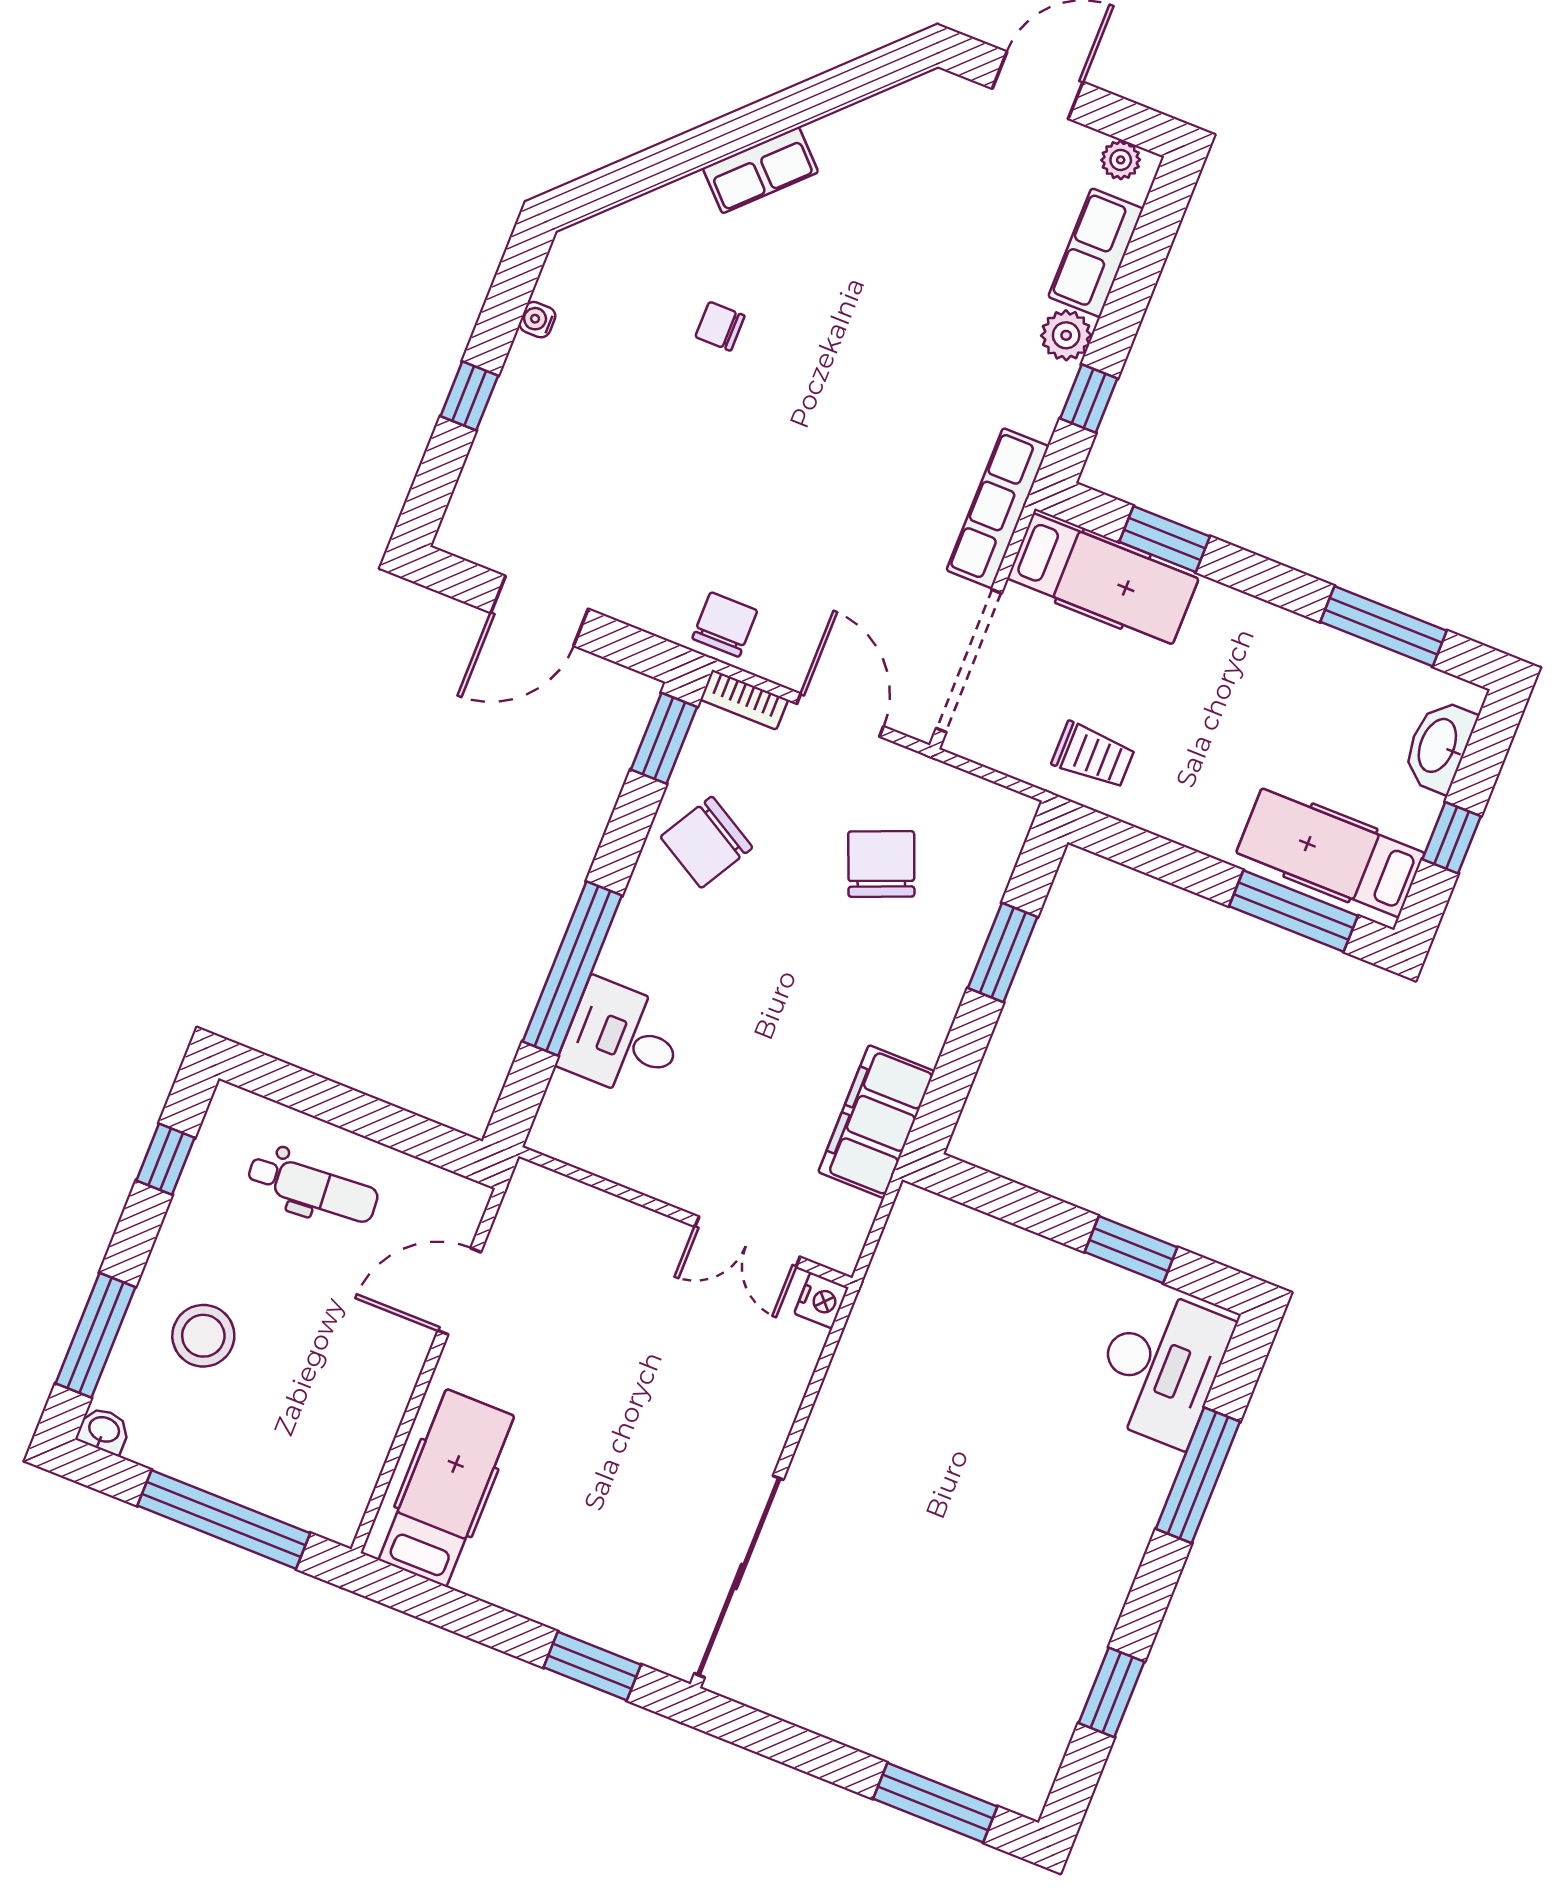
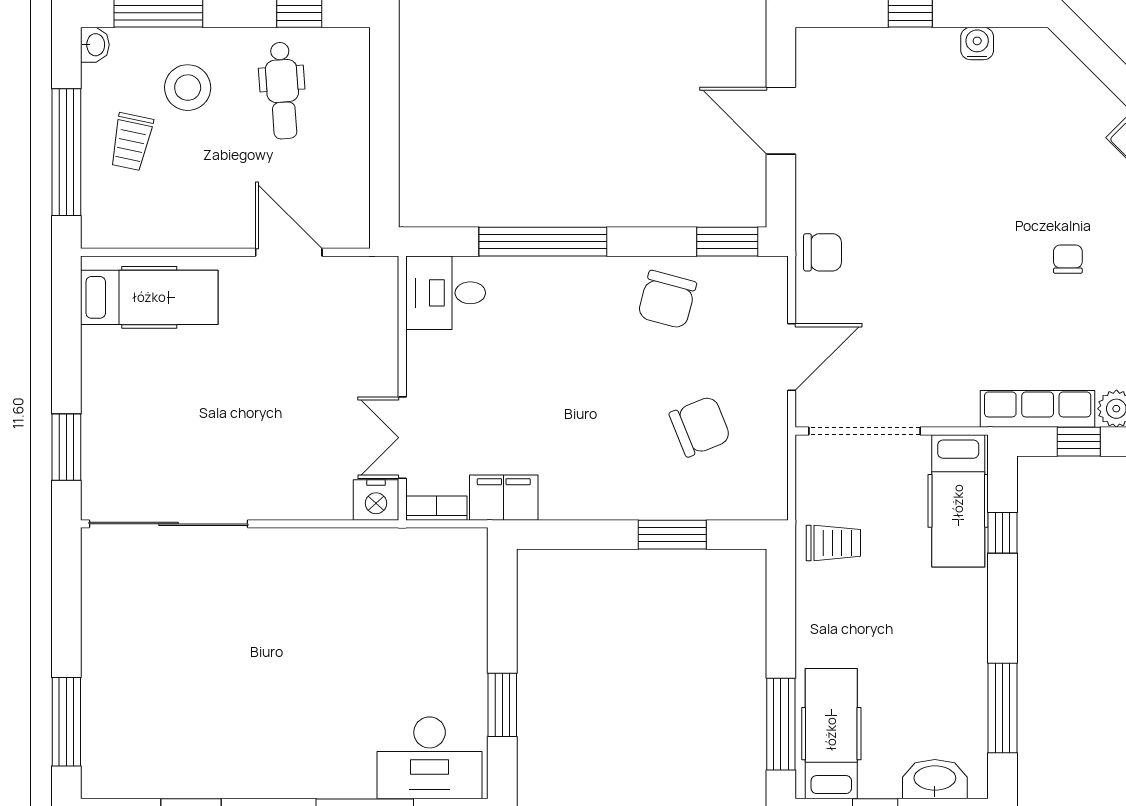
water cooler: (537, 320) -> (977, 44), width x1.38, depth x1.38
chair: (720, 326) -> (1068, 259), moved
row of seats: (998, 508) -> (1038, 409), moved
window: (1165, 539) -> (1002, 533), width x0.67
bookcase: (744, 700) -> (436, 508), moved, turned 90
trolley: (1093, 755) -> (833, 543), turned -90
chair: (707, 842) -> (667, 300), turned -105
desk: (622, 1039) -> (446, 293), moved, turned -90
filing cabinet: (876, 1122) -> (504, 498), width x0.67, depth x0.86
dental chair: (313, 1188) -> (283, 91), moved
nightstand: (821, 1300) -> (376, 500), width x1.36, depth x1.33
trolley: (243, 1433) -> (131, 142), added

